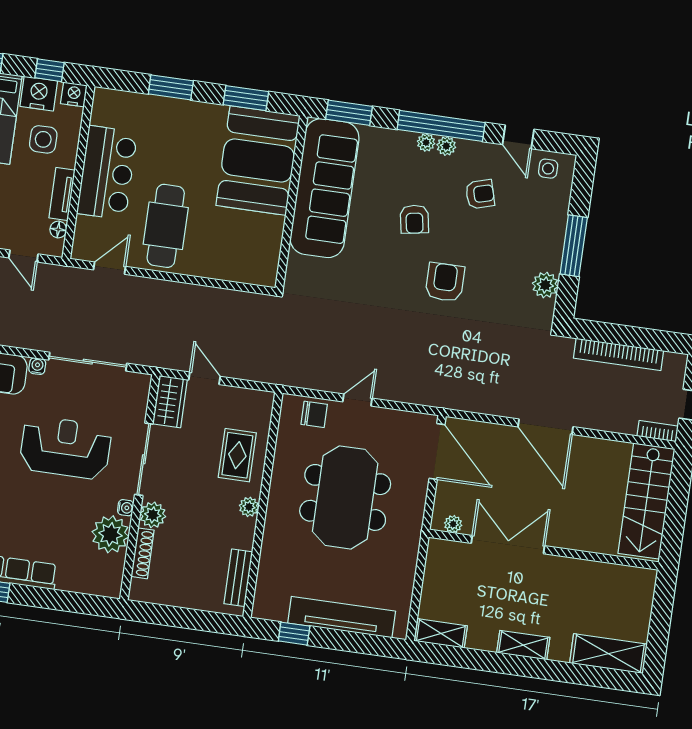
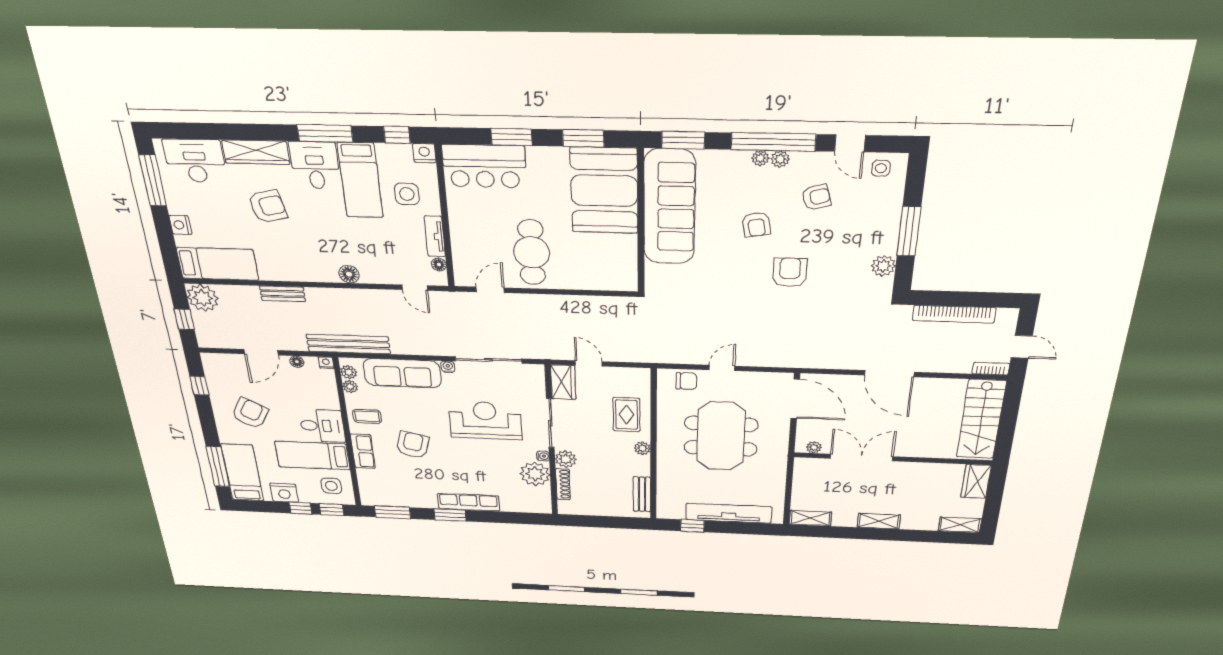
nightstand: (39, 94) -> (393, 156), removed
bar counter: (107, 173) -> (484, 166), moved, turned 90
wardrobe: (640, 593) -> (976, 481), added
shelving: (608, 654) -> (960, 525), width x0.67, depth x0.75

